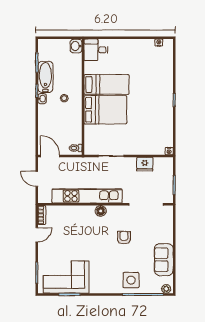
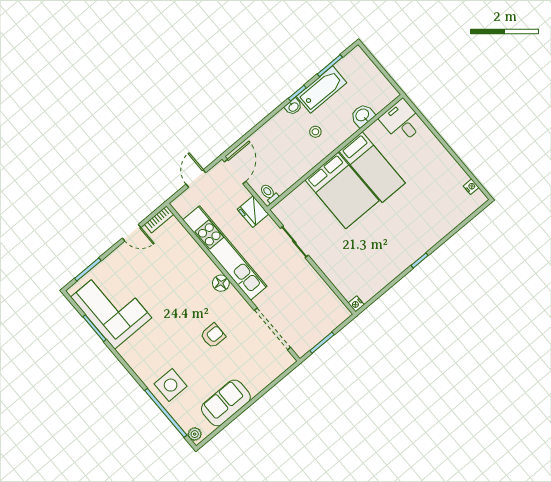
washbasin: (76, 46) -> (363, 115), moved
fridge: (145, 164) -> (253, 212), moved

